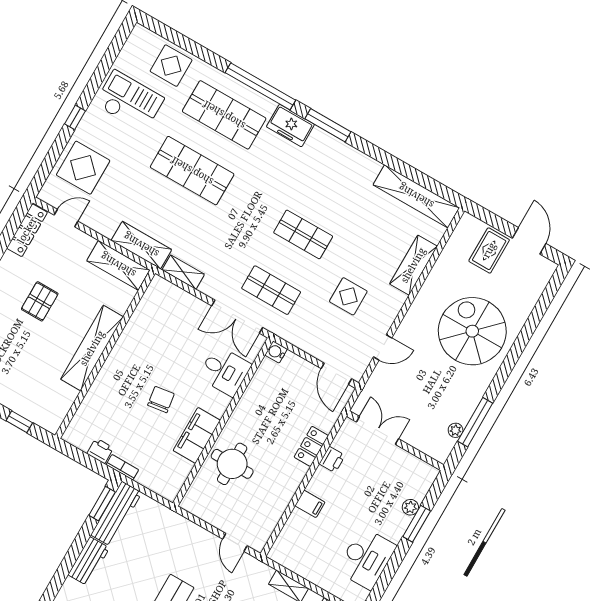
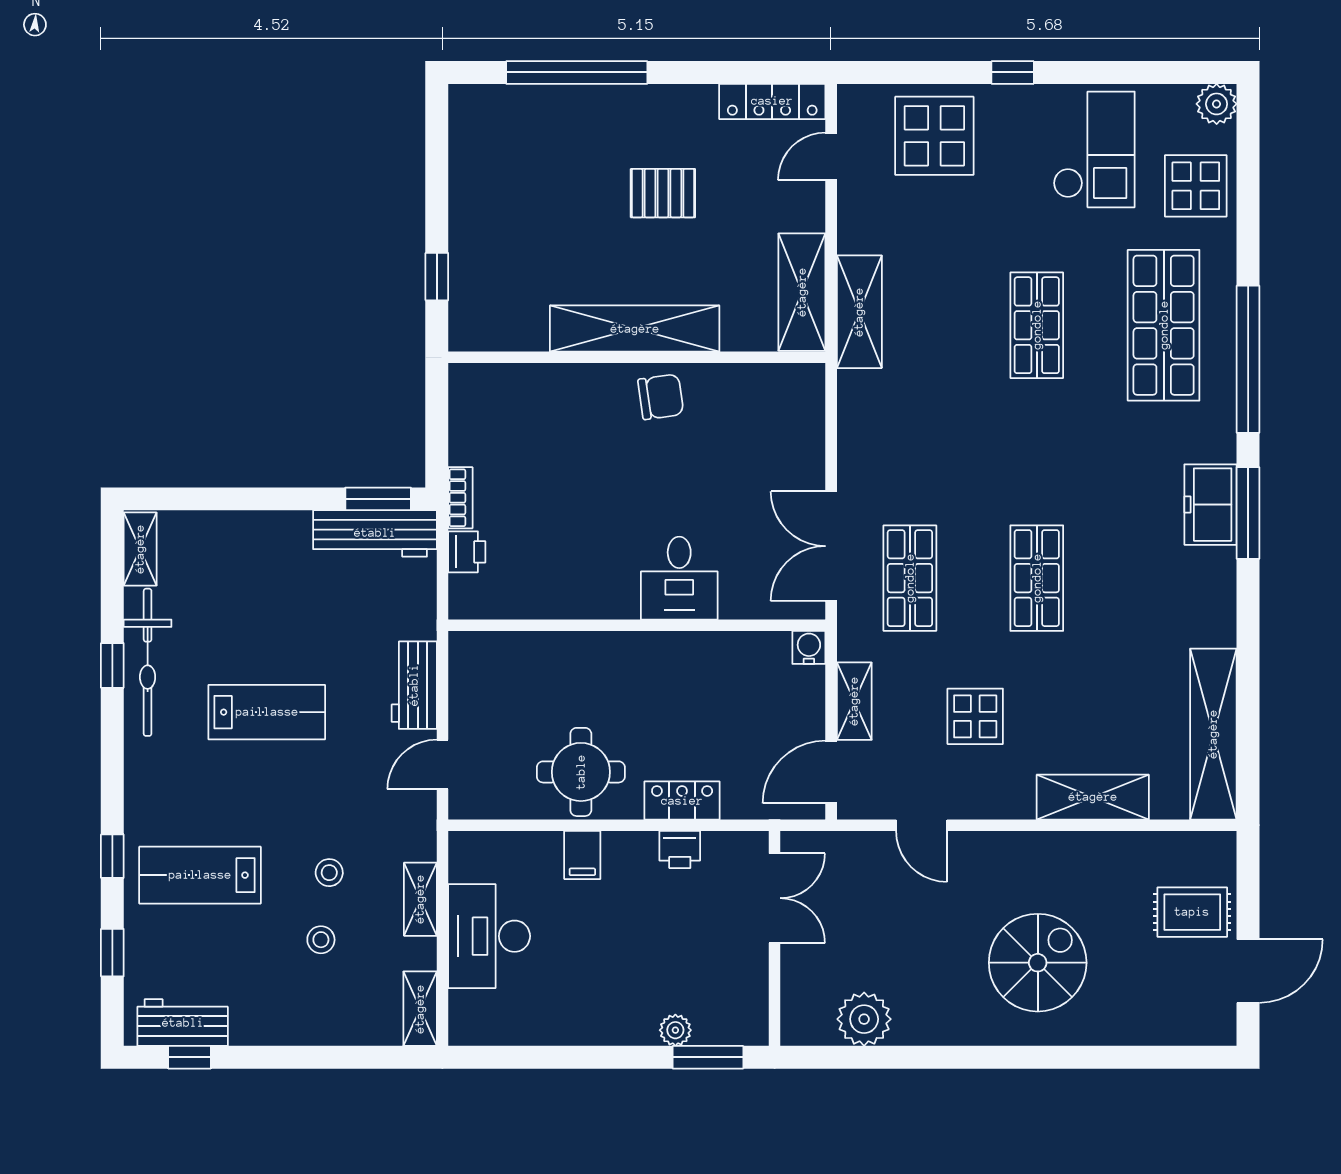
plant: (140, 36) -> (1217, 104), added
freezer: (290, 126) -> (1211, 505), moved
shop shelf: (192, 171) -> (1037, 325), width x0.70, depth x0.74
door: (66, 218) -> (831, 156), swing flipped
shelving: (183, 272) -> (854, 701), moved
spiral stairs: (472, 331) -> (1038, 963), width x0.73, depth x0.73
desk: (225, 371) -> (679, 578), moved
chair: (161, 400) -> (661, 397), moved
window: (475, 422) -> (885, 1057), removed
plant: (456, 430) -> (864, 1019), width x1.88, depth x1.88
filing cabinet: (197, 435) -> (588, 594), removed
printer: (100, 451) -> (467, 552), moved
round table: (232, 464) -> (581, 772), moved
window: (417, 524) -> (708, 1057), moved
desk: (366, 558) -> (489, 936), moved, turned 90
workbench: (89, 561) -> (414, 685), moved, turned 90

